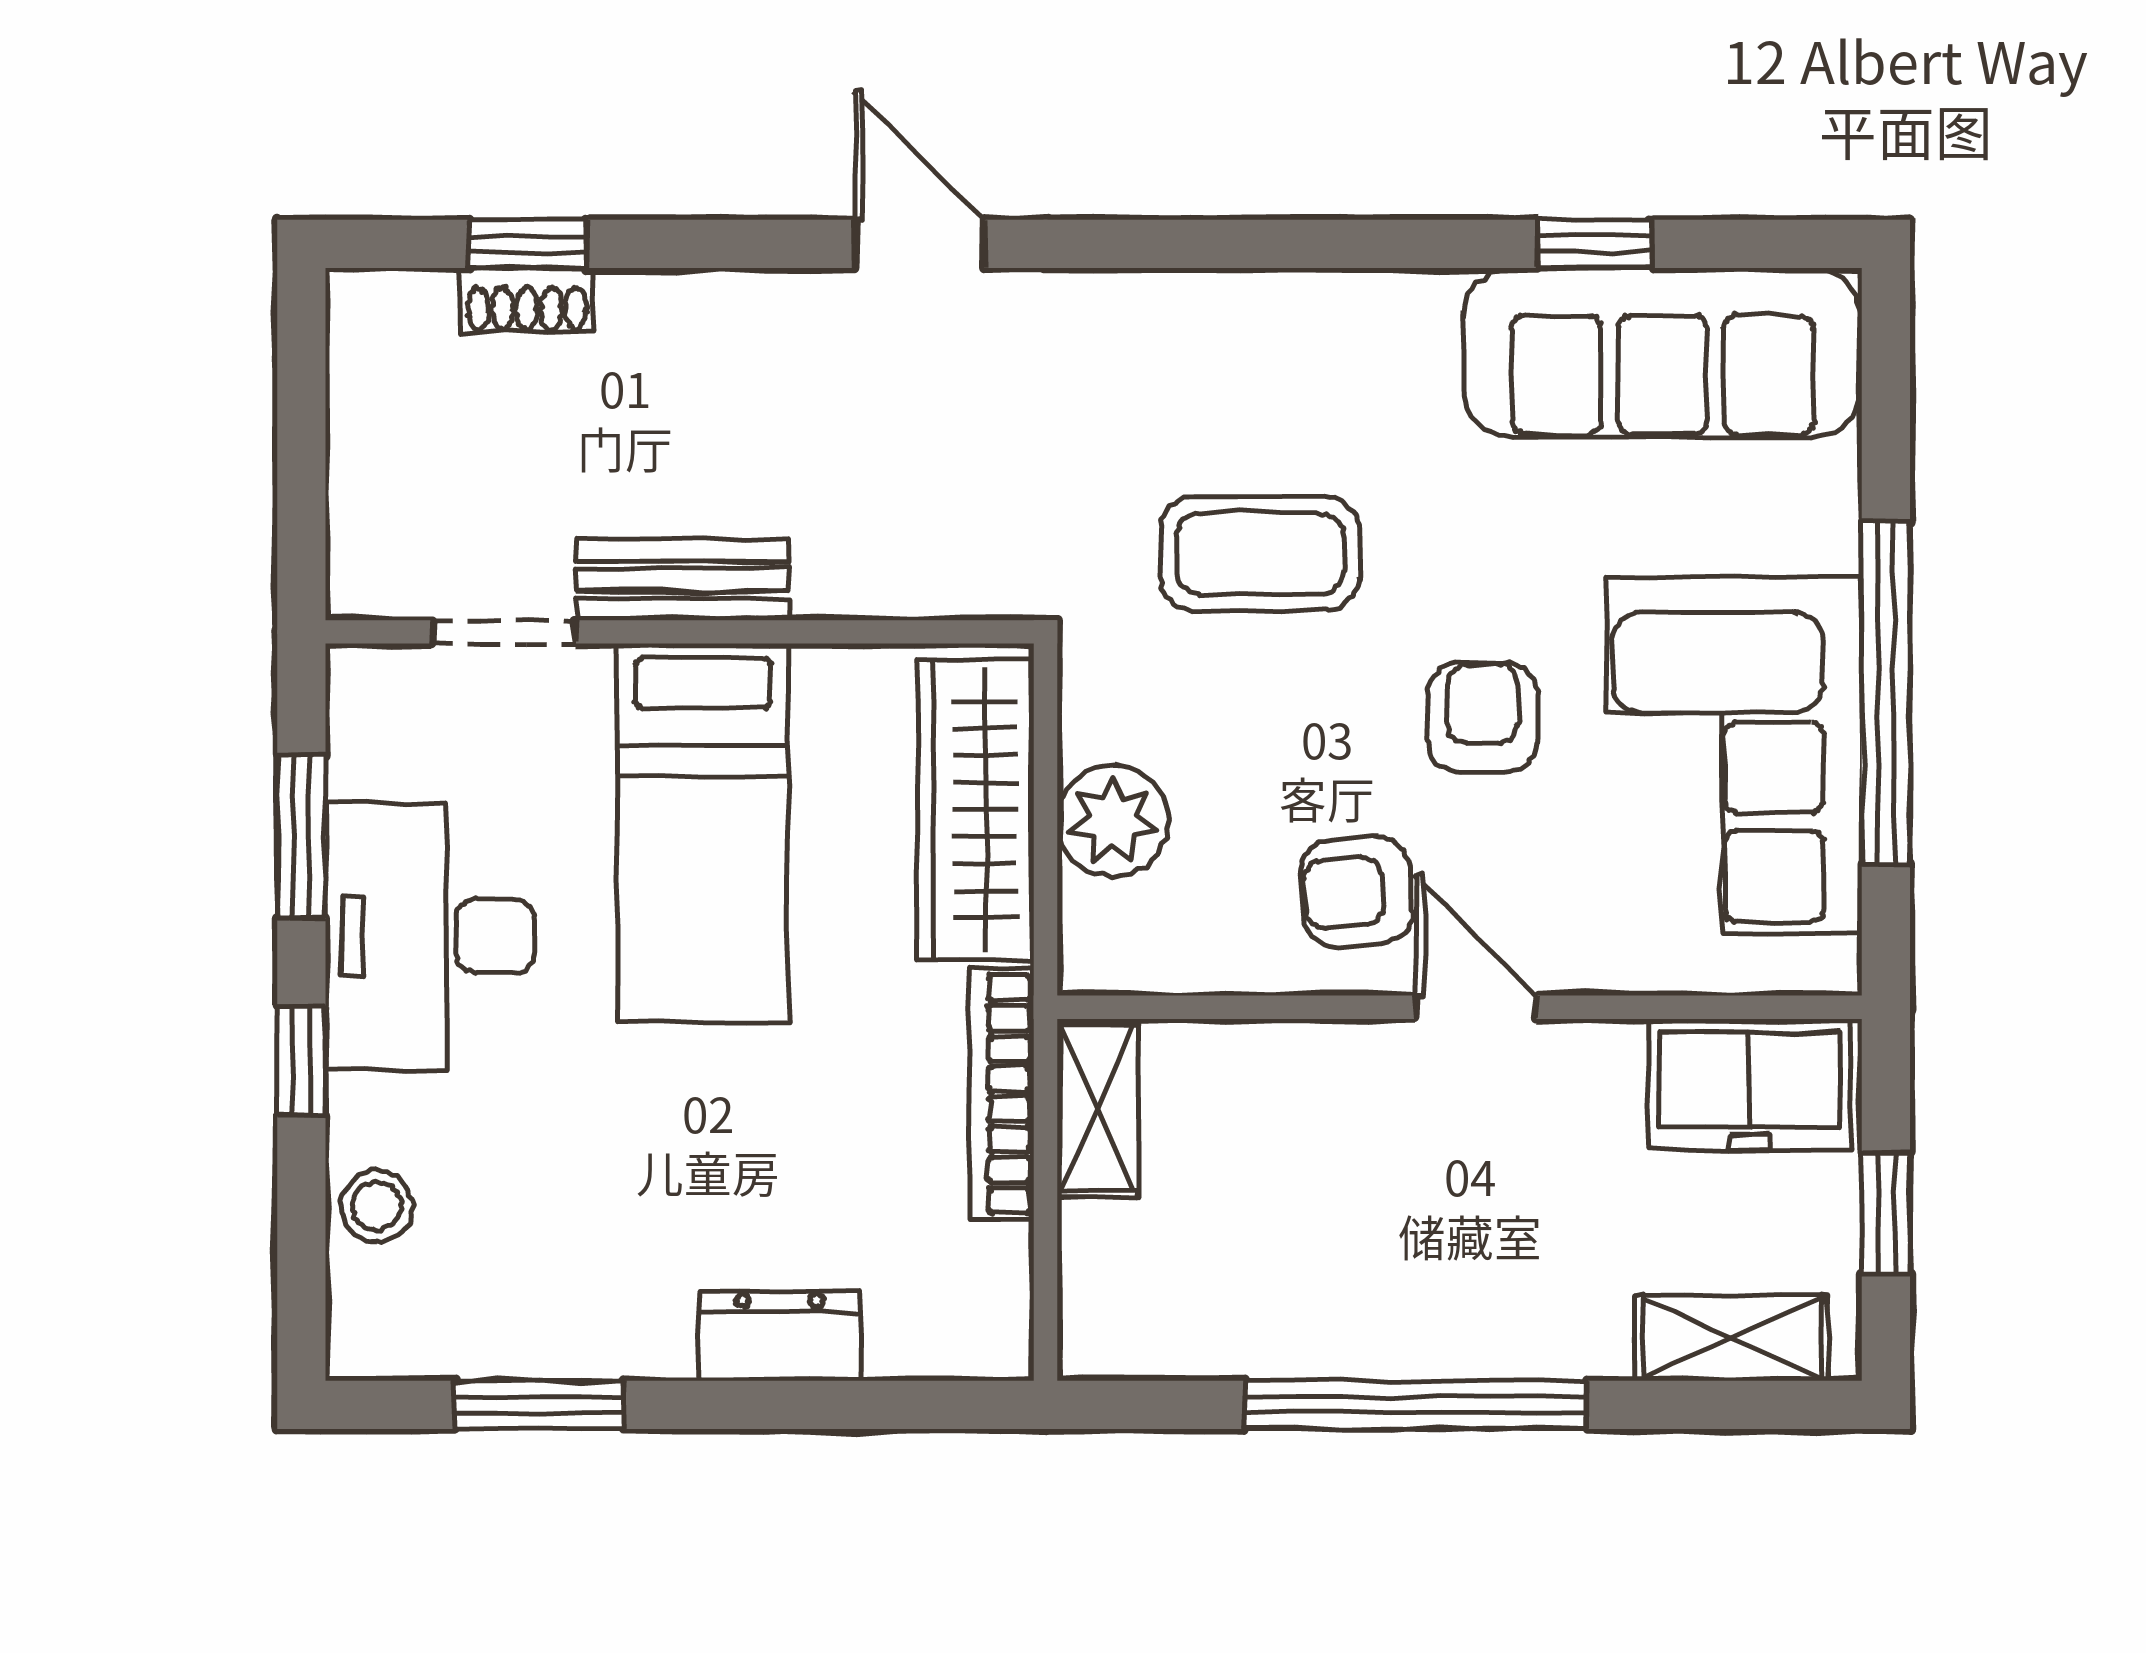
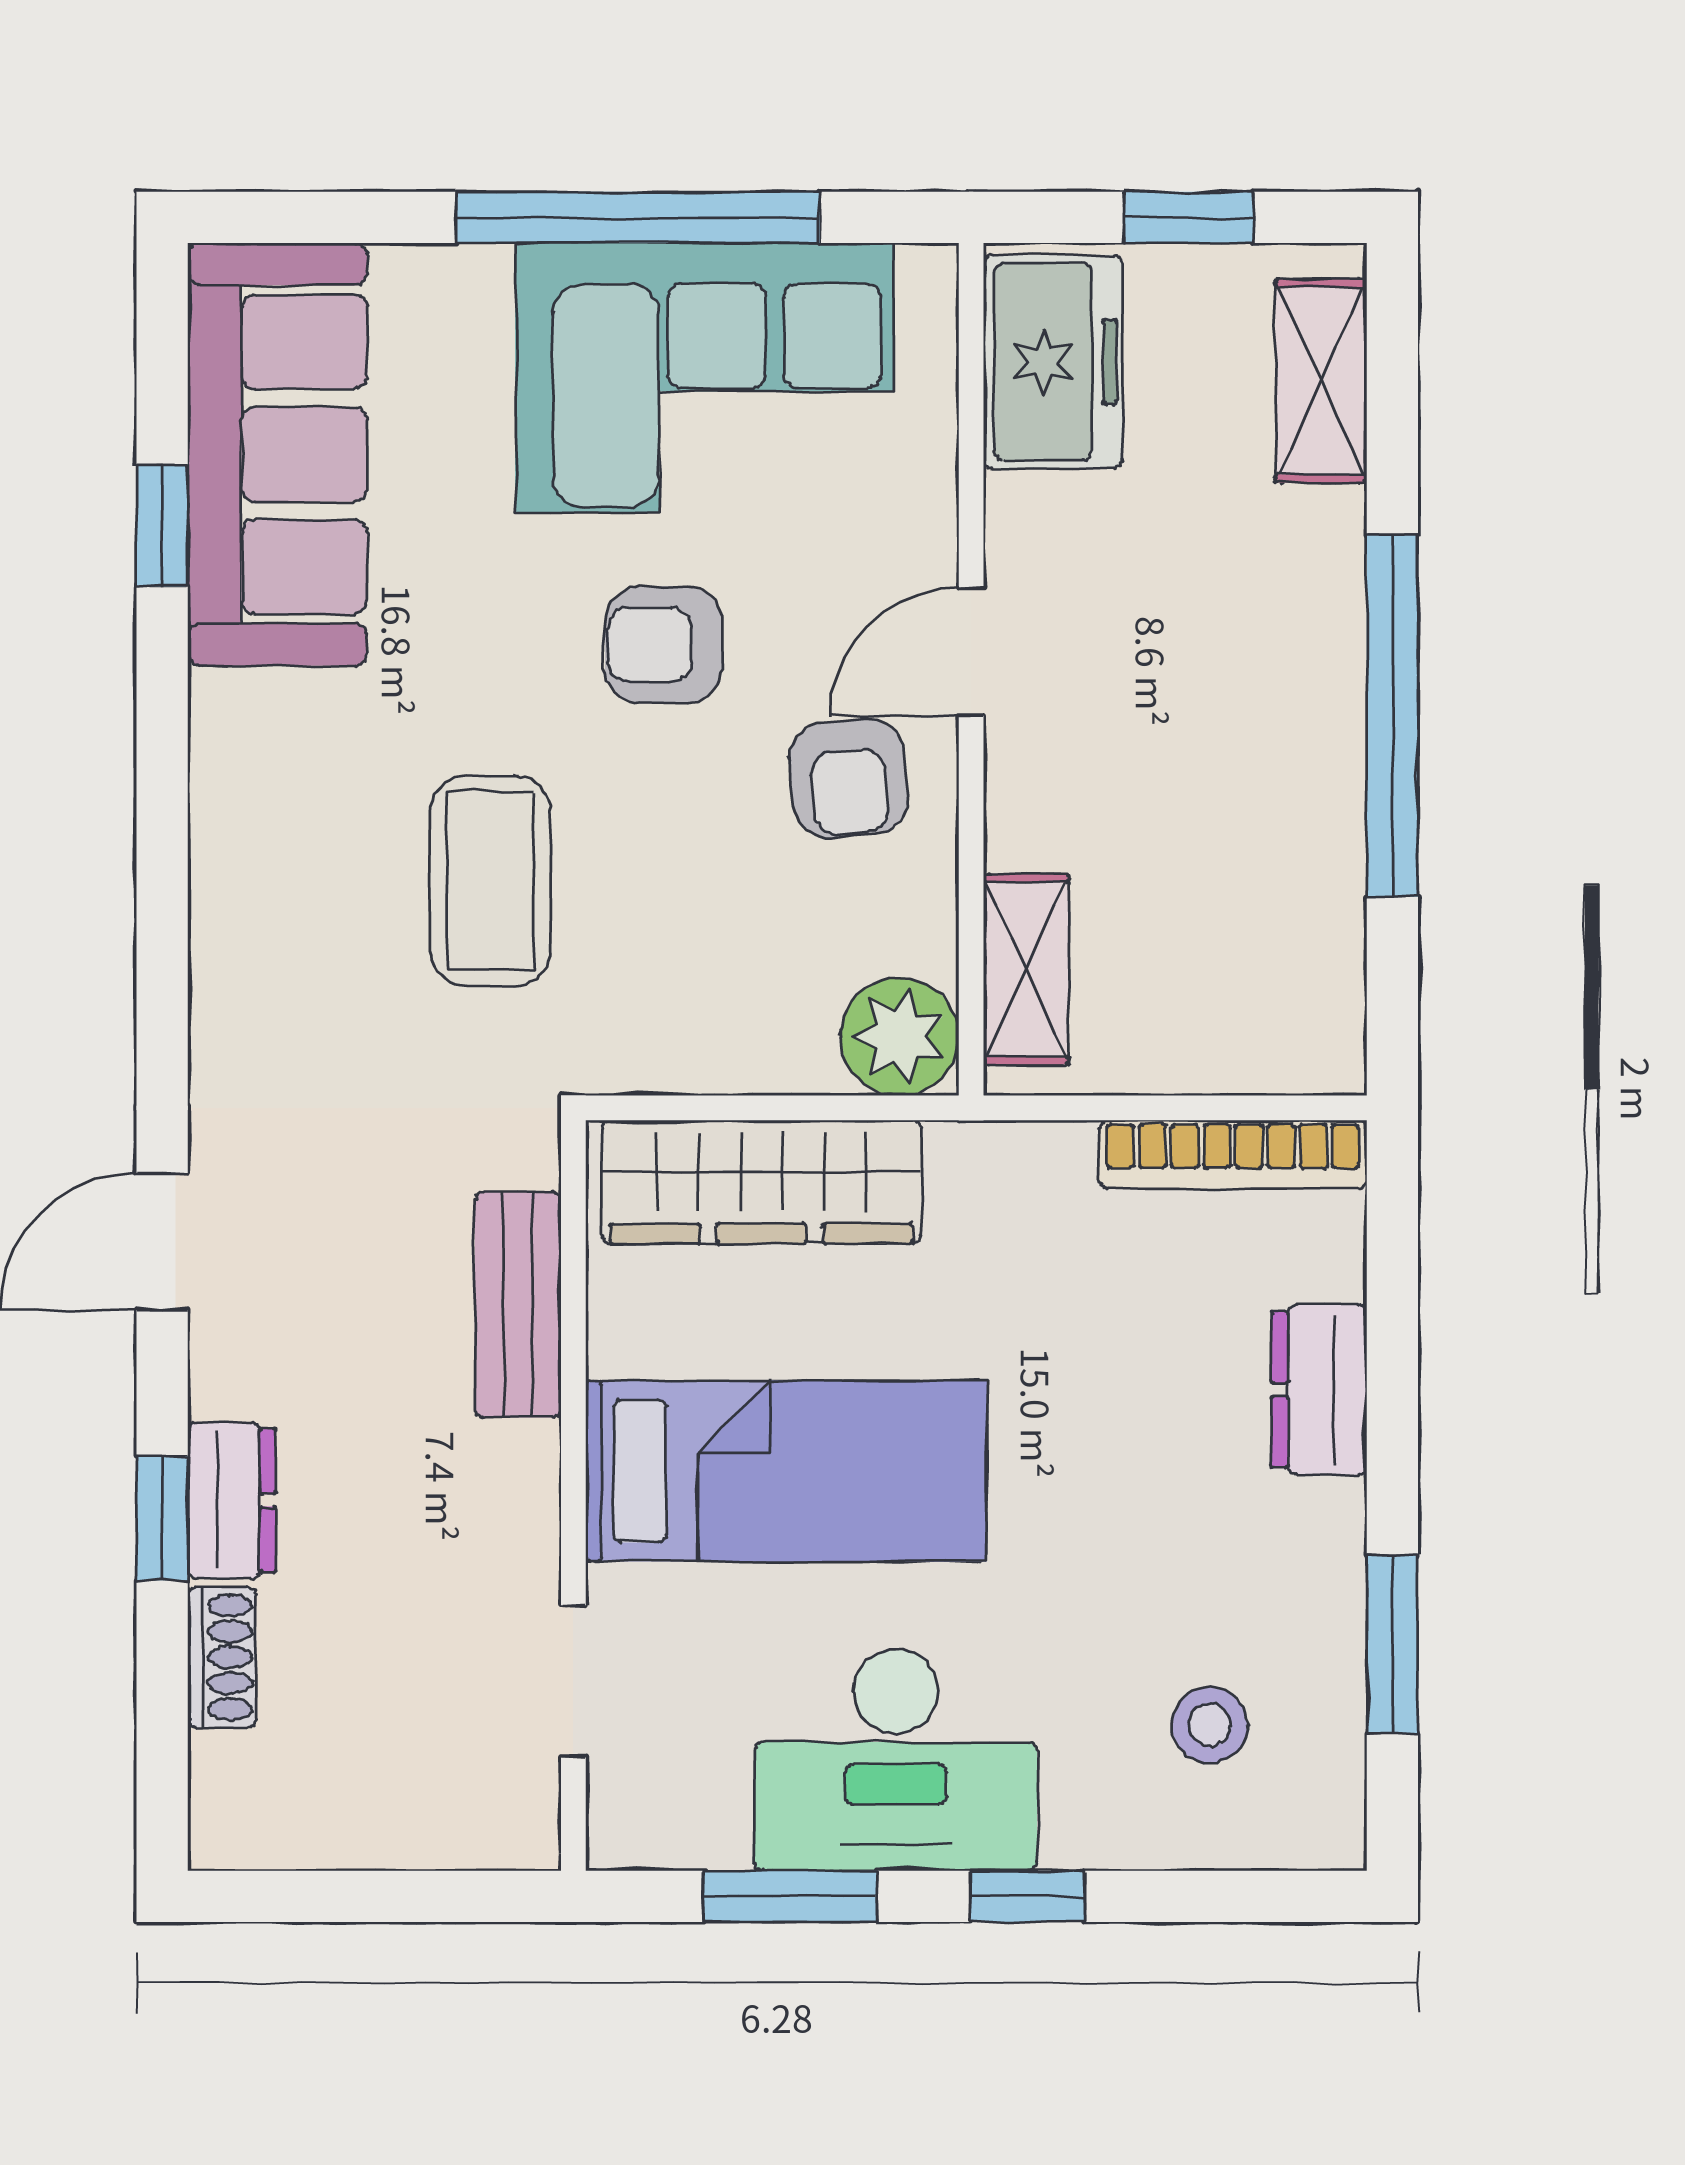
window: (528, 244) -> (162, 1518), moved
dresser: (675, 310) -> (232, 1500), added
bench: (683, 580) -> (518, 1305), moved
plant: (1113, 821) -> (900, 1037), moved
bookcase: (1002, 1094) -> (1233, 1154), moved
shelving: (1097, 1108) -> (1026, 969), moved, turned 90
stool: (376, 1206) -> (1210, 1725), moved

